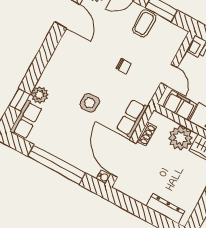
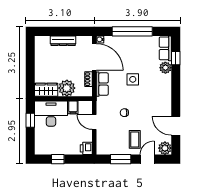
coffee table: (144, 23) -> (135, 139), moved
filing cabinet: (180, 105) -> (73, 107), width x0.50
dresser: (165, 209) -> (63, 41), moved

